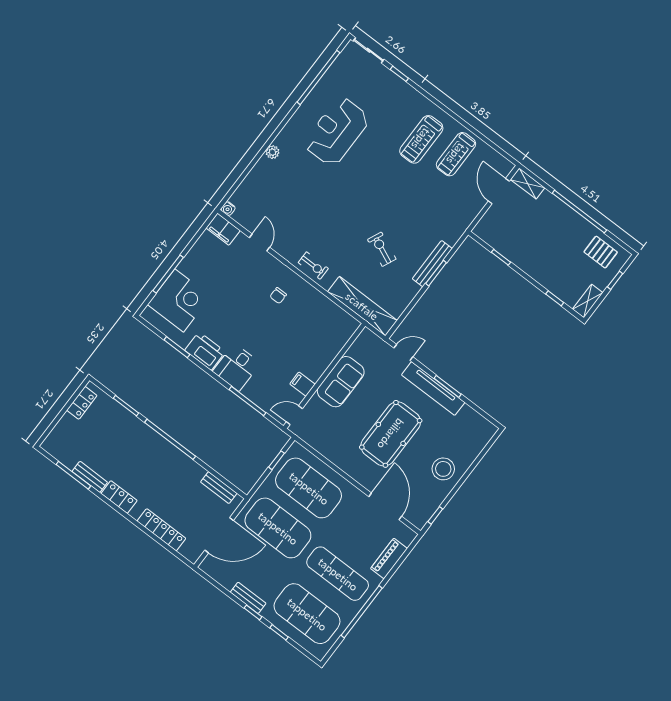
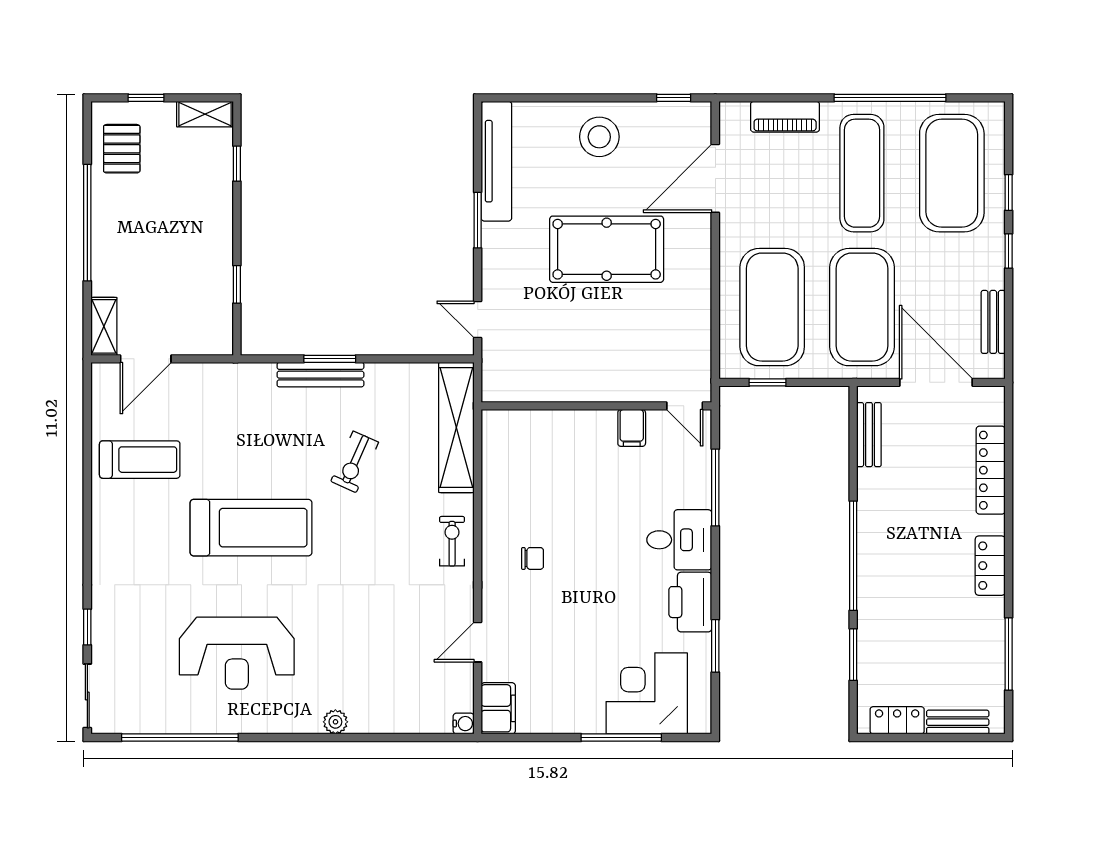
treadmill: (421, 139) -> (251, 528), moved, width x1.37, depth x1.38
sofa: (341, 382) -> (587, 377), removed
tv unit: (433, 389) -> (496, 161), moved
bench: (90, 477) -> (958, 722), moved, turned 90
bench: (248, 598) -> (993, 322), moved

